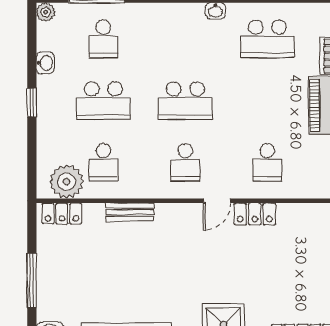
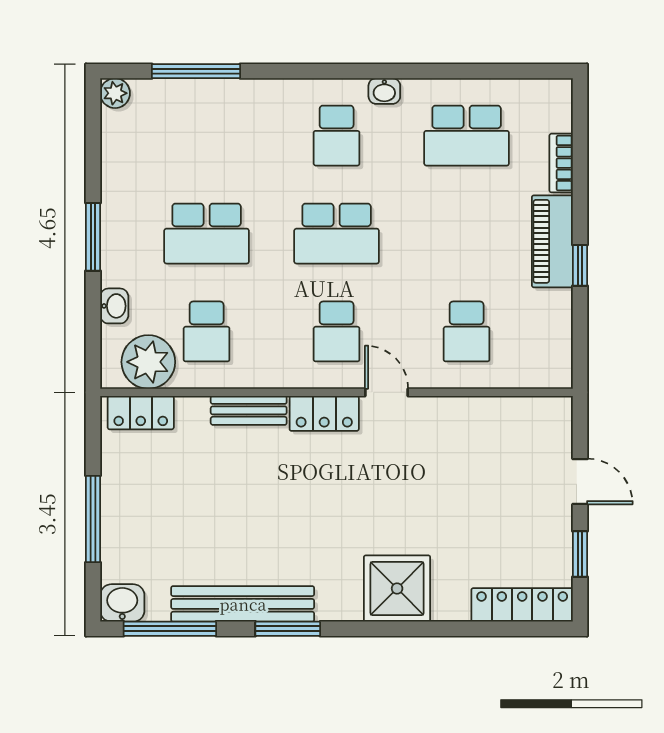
school desk: (103, 39) -> (337, 136), moved
washbasin: (45, 63) -> (114, 306), moved
window: (32, 103) -> (93, 237), width x1.50
door: (217, 201) -> (387, 392), swing flipped
locker: (255, 214) -> (324, 413), moved

